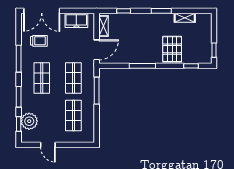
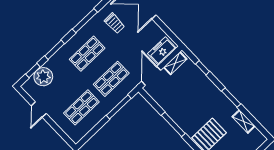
freezer: (76, 20) -> (162, 51), moved, turned 90
door: (97, 50) -> (151, 76), swing flipped

